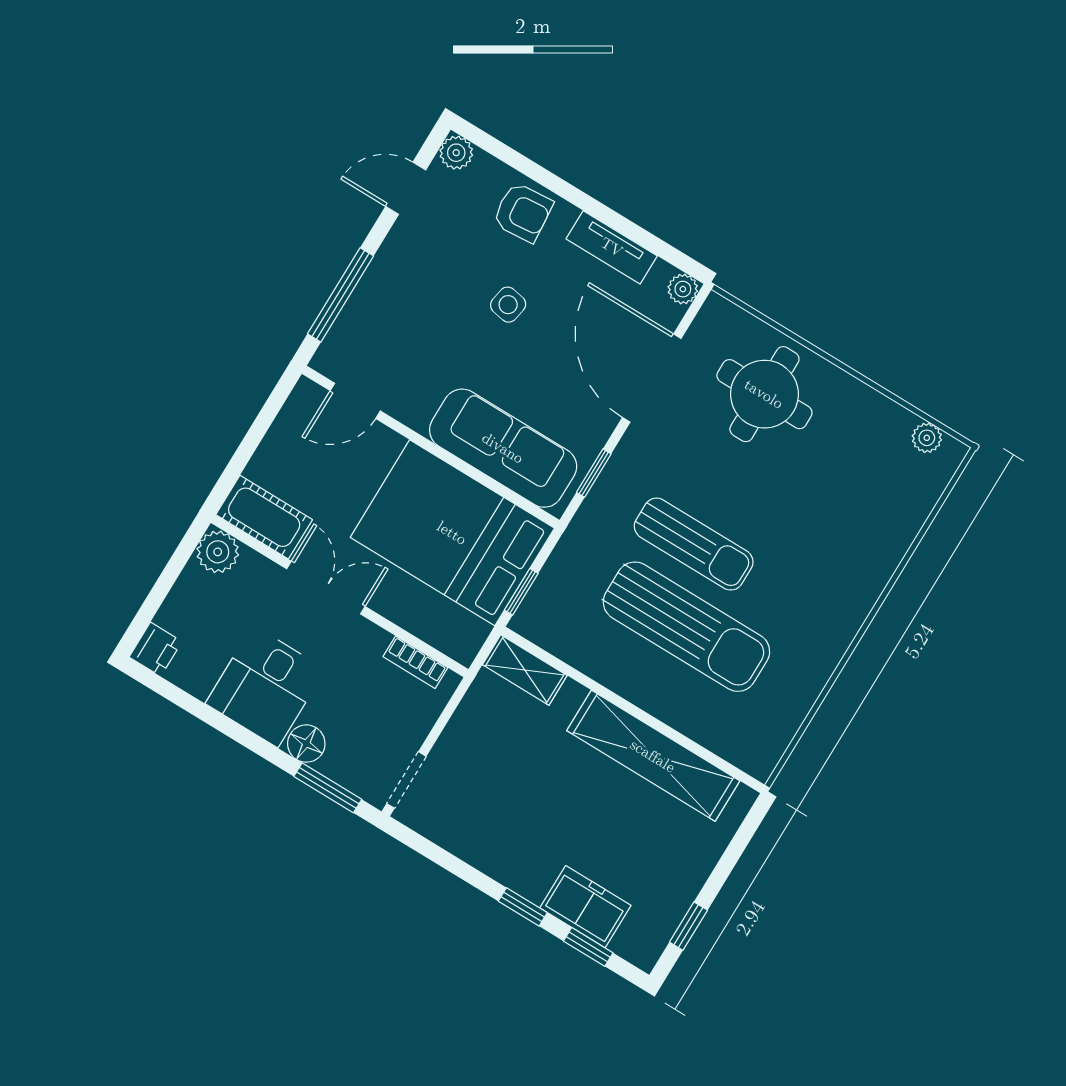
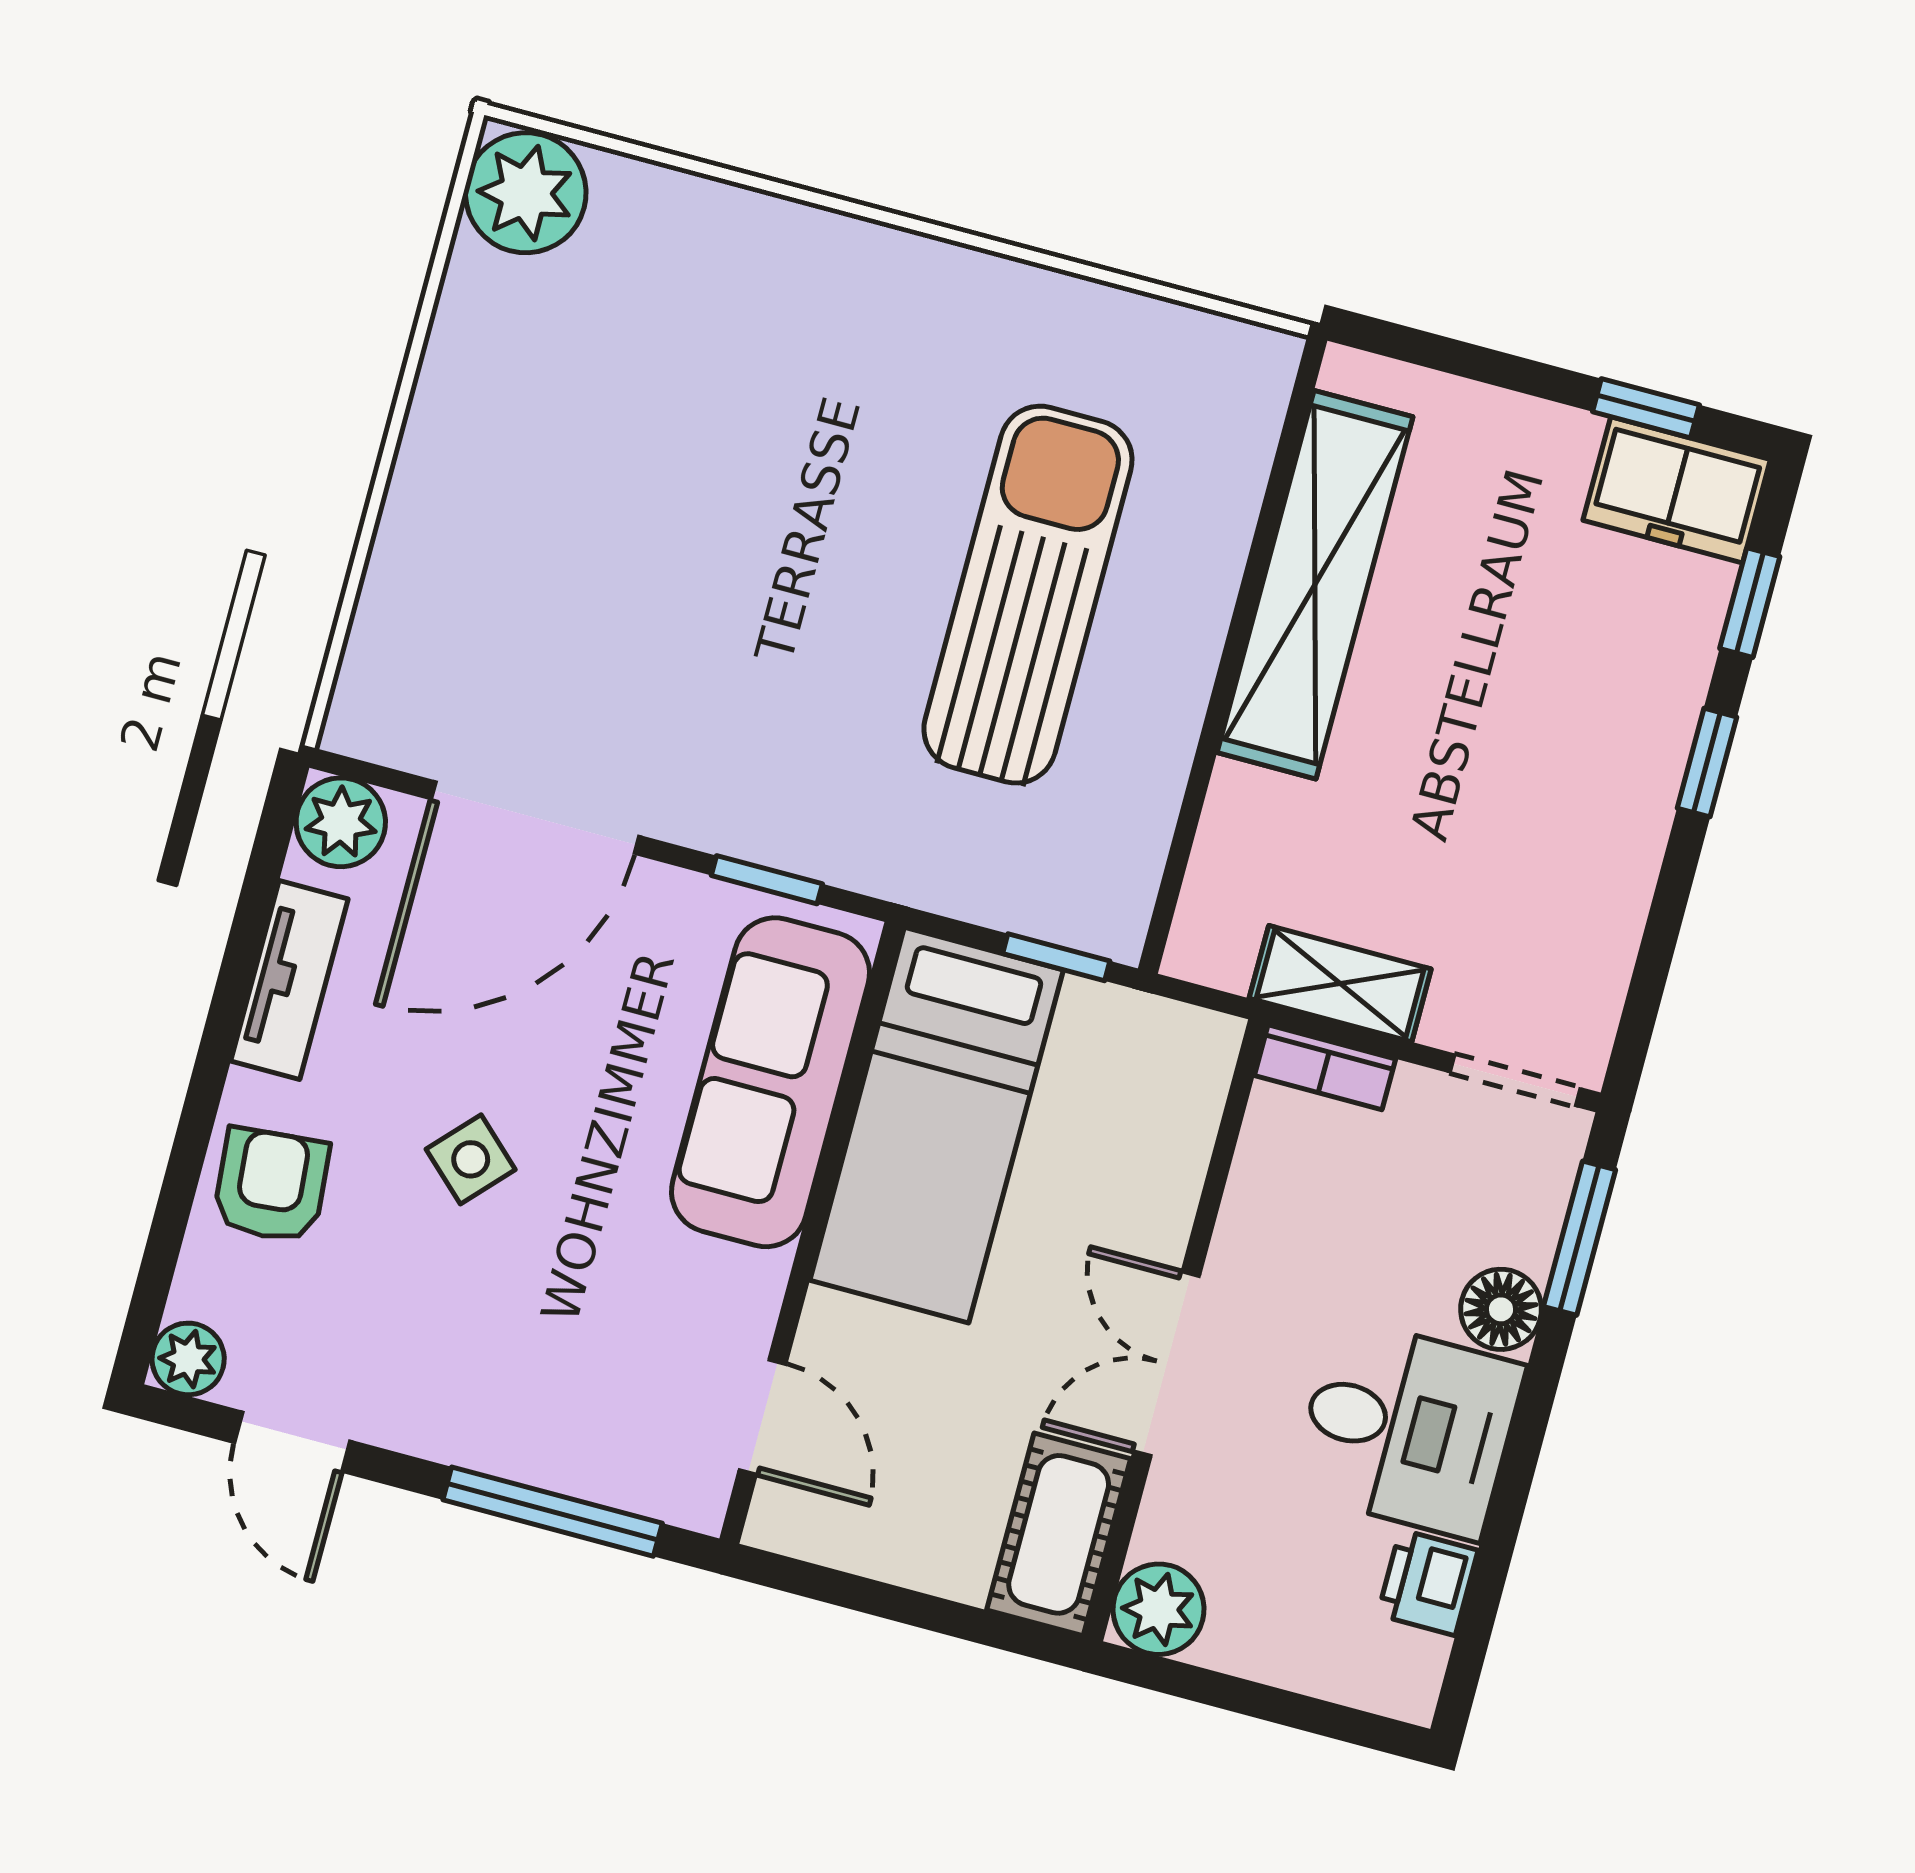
plant: (683, 289) -> (341, 822), width x1.38, depth x1.38
side table: (508, 305) -> (471, 1159), turned 33
round table: (764, 394) -> (500, 575), removed
plant: (927, 438) -> (526, 193), width x1.88, depth x1.88
bed: (452, 533) -> (937, 1125), width x0.67
sun lounger: (694, 544) -> (853, 630), removed
printer: (156, 649) -> (1428, 1583), moved, turned -90
bookcase: (415, 662) -> (1325, 1067), moved, turned 90
shelving: (525, 670) -> (1340, 984), moved, turned 90
freezer: (585, 907) -> (1677, 490), moved, turned -90

